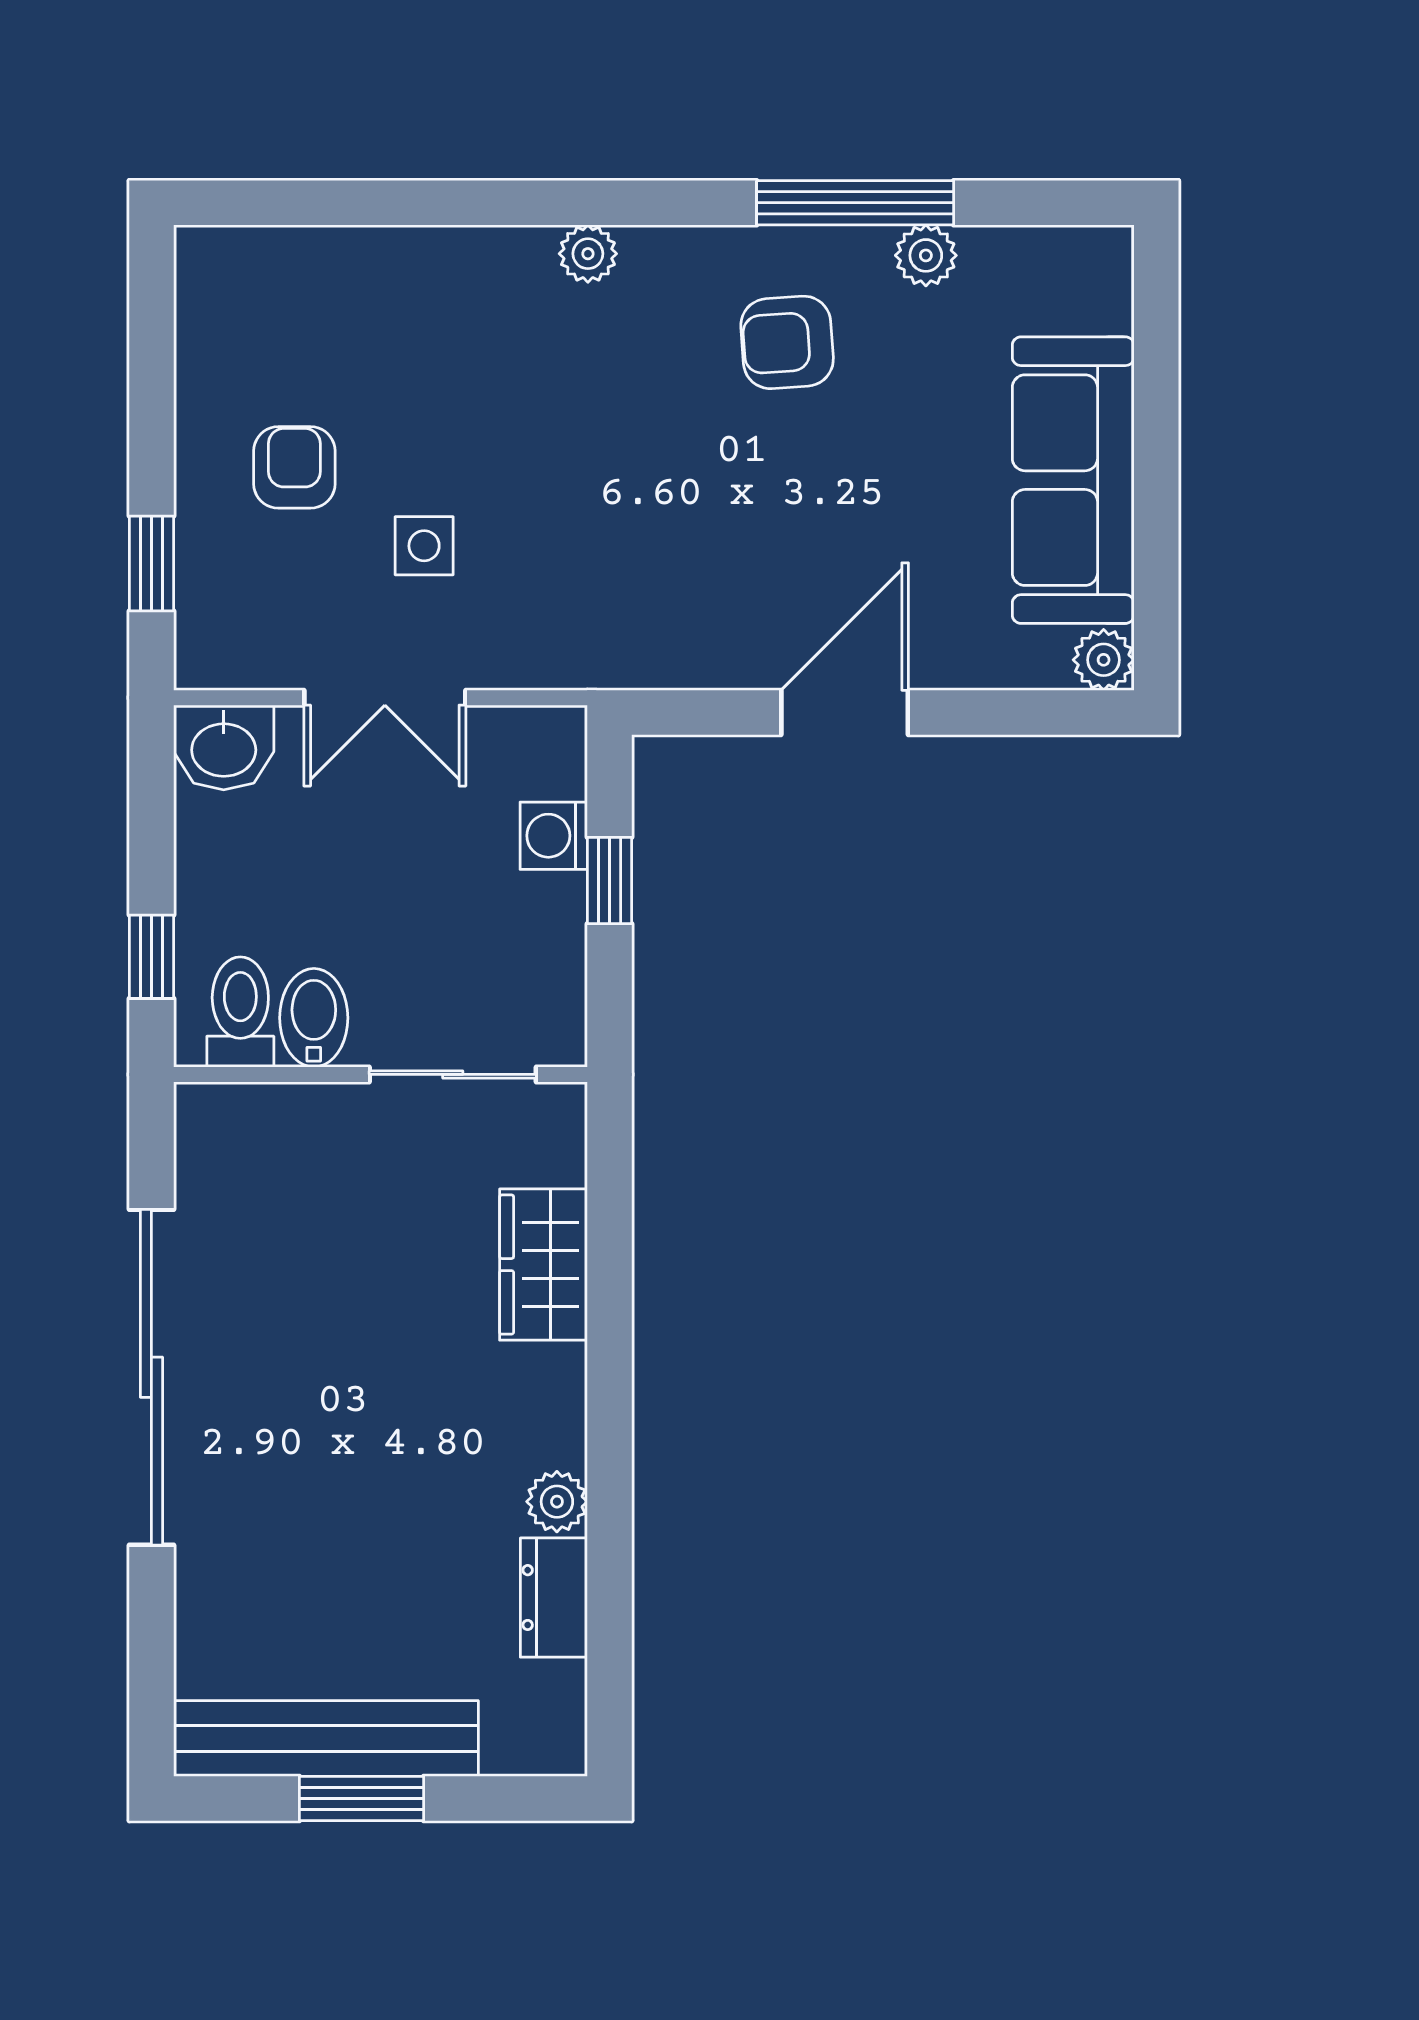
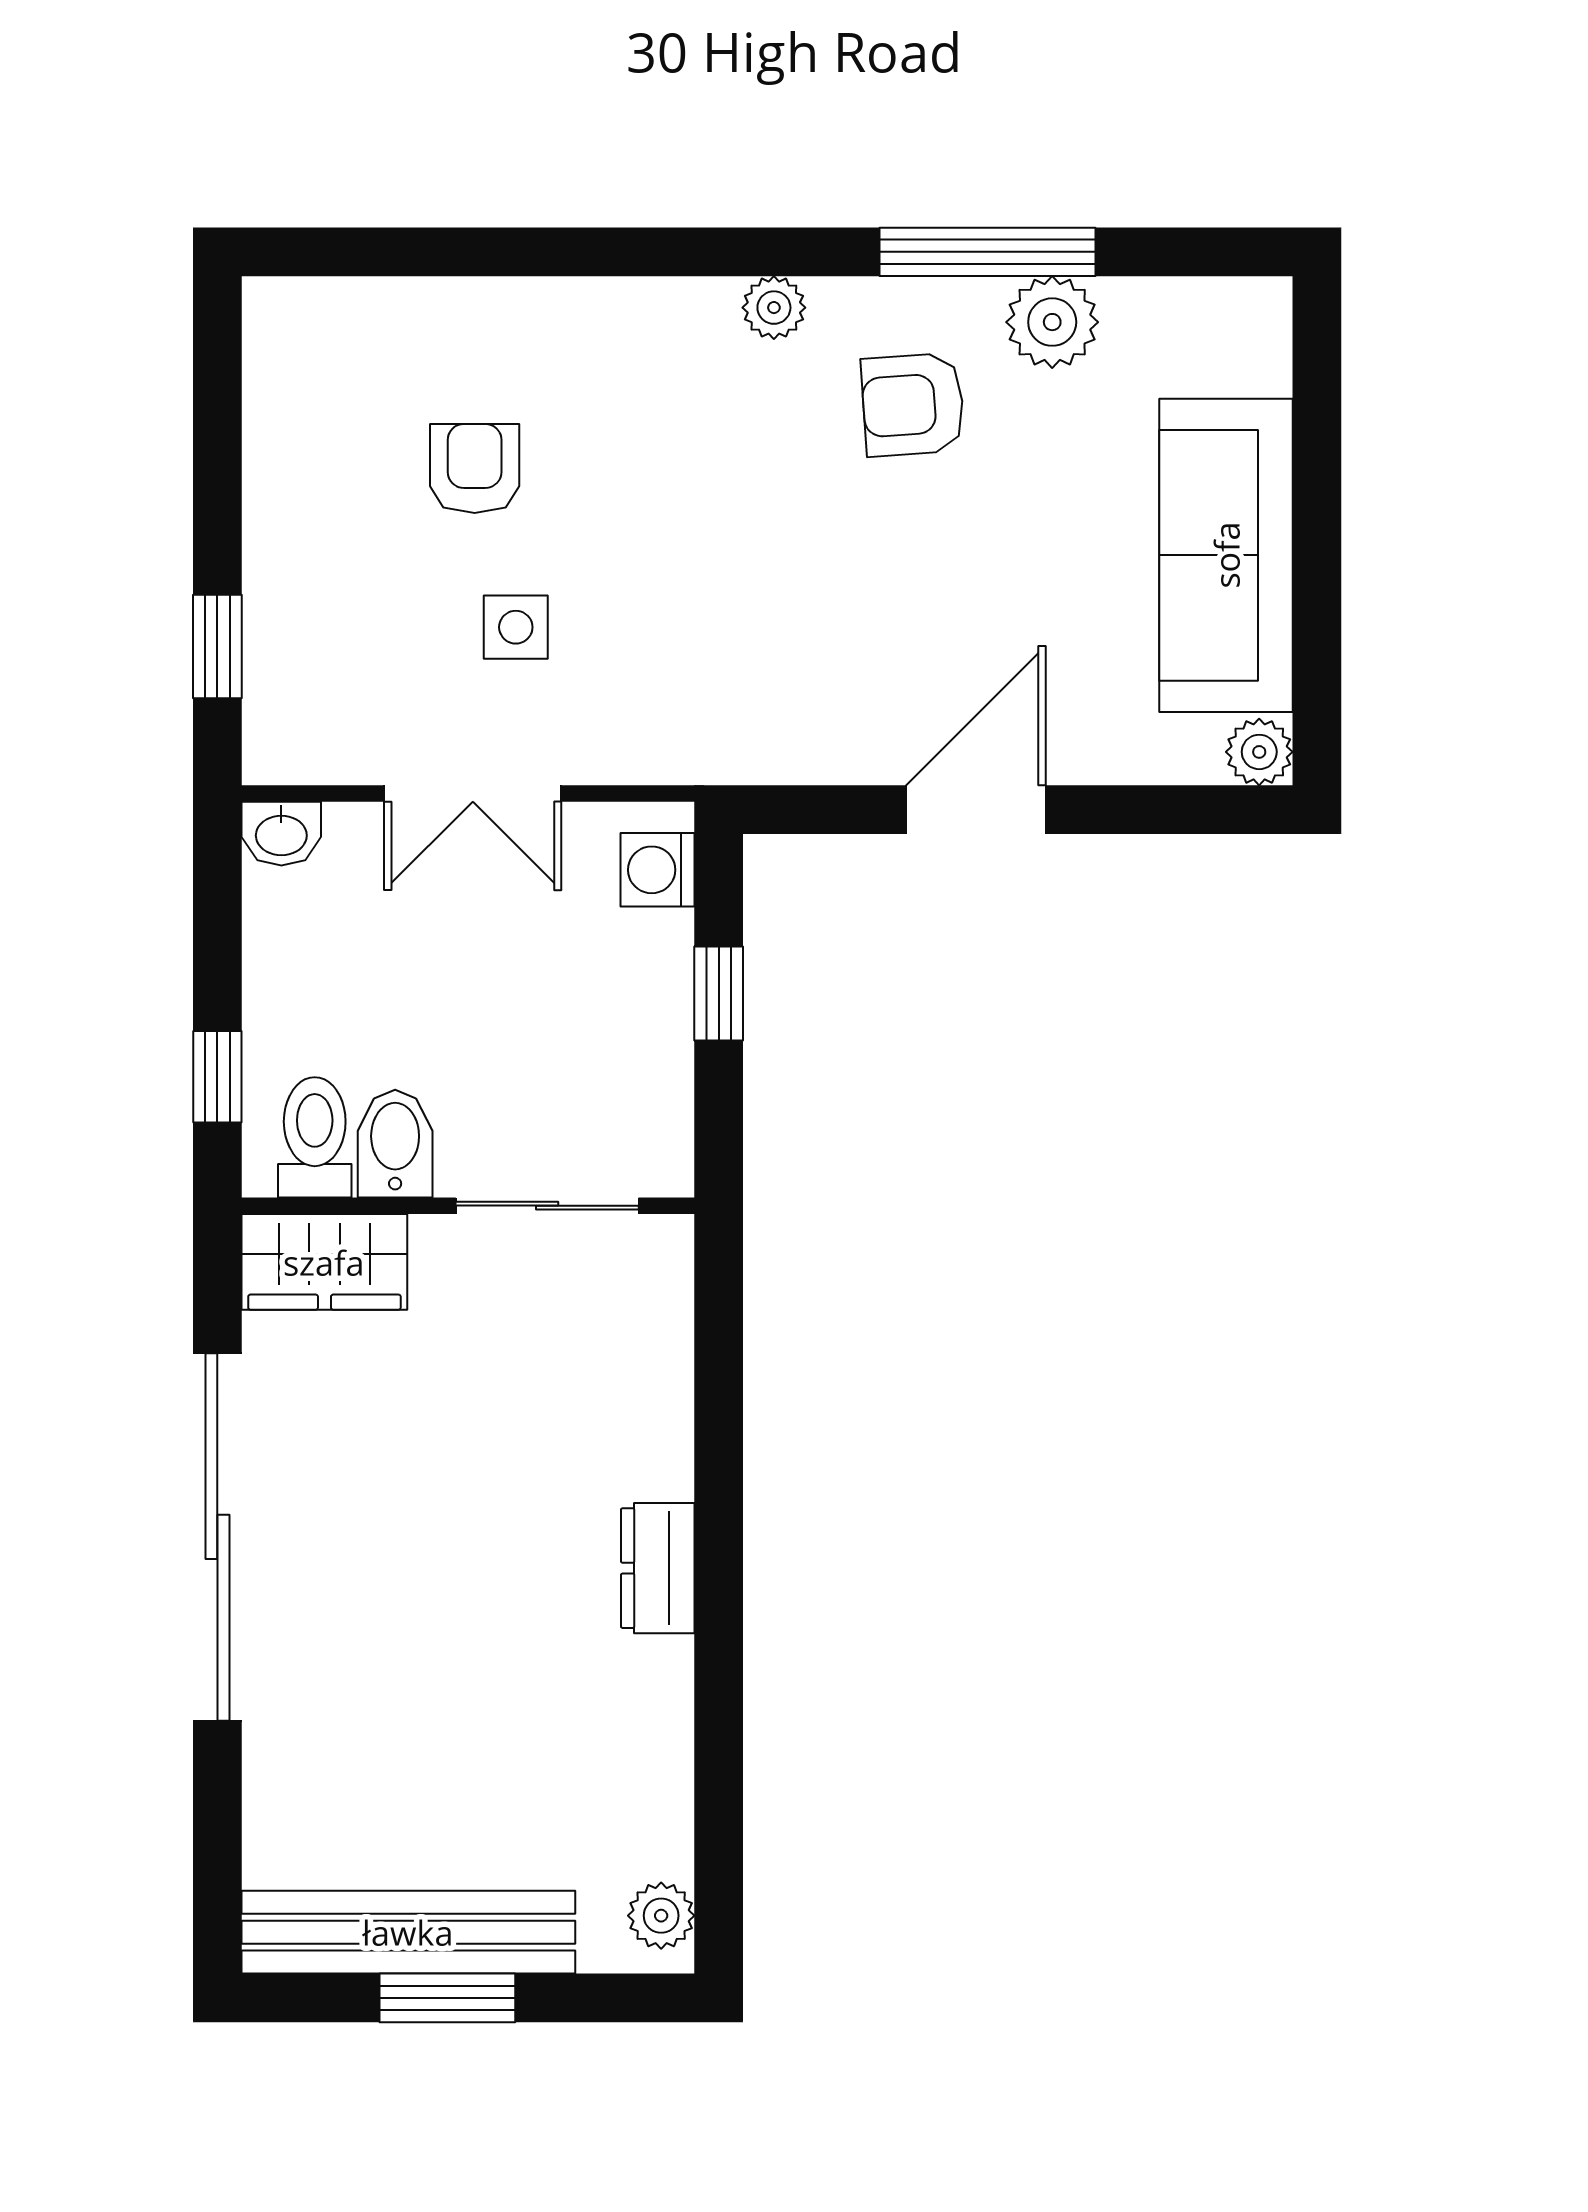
plant: (588, 254) -> (774, 308), moved
plant: (926, 255) -> (1052, 322), width x1.38, depth x1.38
armchair: (294, 467) -> (475, 468), moved
washbasin: (224, 747) -> (281, 834), width x0.72, depth x0.69
washing machine: (554, 836) -> (658, 870), moved
wardrobe: (543, 1265) -> (324, 1262), moved, turned -90
plant: (557, 1502) -> (661, 1916), moved
dresser: (554, 1598) -> (658, 1568), moved

